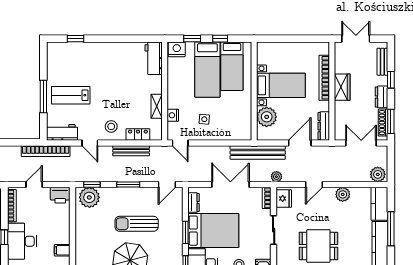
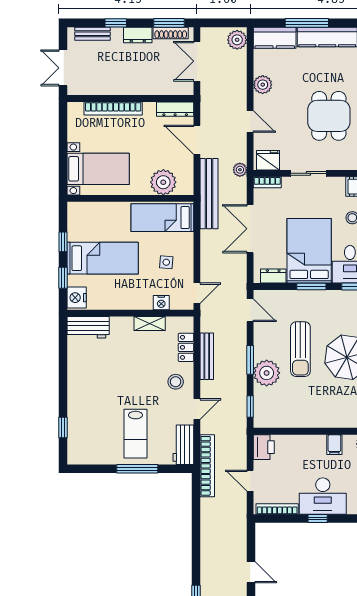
bed: (232, 66) -> (162, 218), moved, turned 180
bed with nightstands: (281, 85) -> (98, 169), moved, turned 90
wardrobe: (342, 87) -> (125, 85), removed
plant: (89, 197) -> (267, 373), moved

